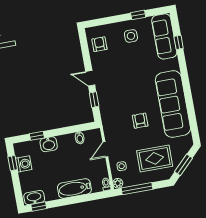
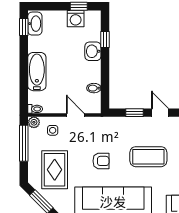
door: (90, 78) -> (160, 113), hinge flipped
coffee table: (129, 81) -> (148, 157), added

